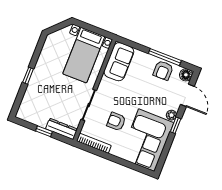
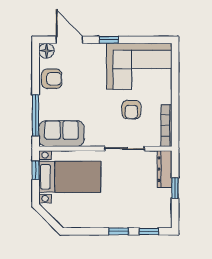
window: (99, 31) -> (36, 170), added
window: (165, 57) -> (36, 115), moved
door: (187, 95) -> (69, 40), hinge flipped
window: (19, 99) -> (149, 231), added
plant: (171, 115) -> (99, 49), removed

